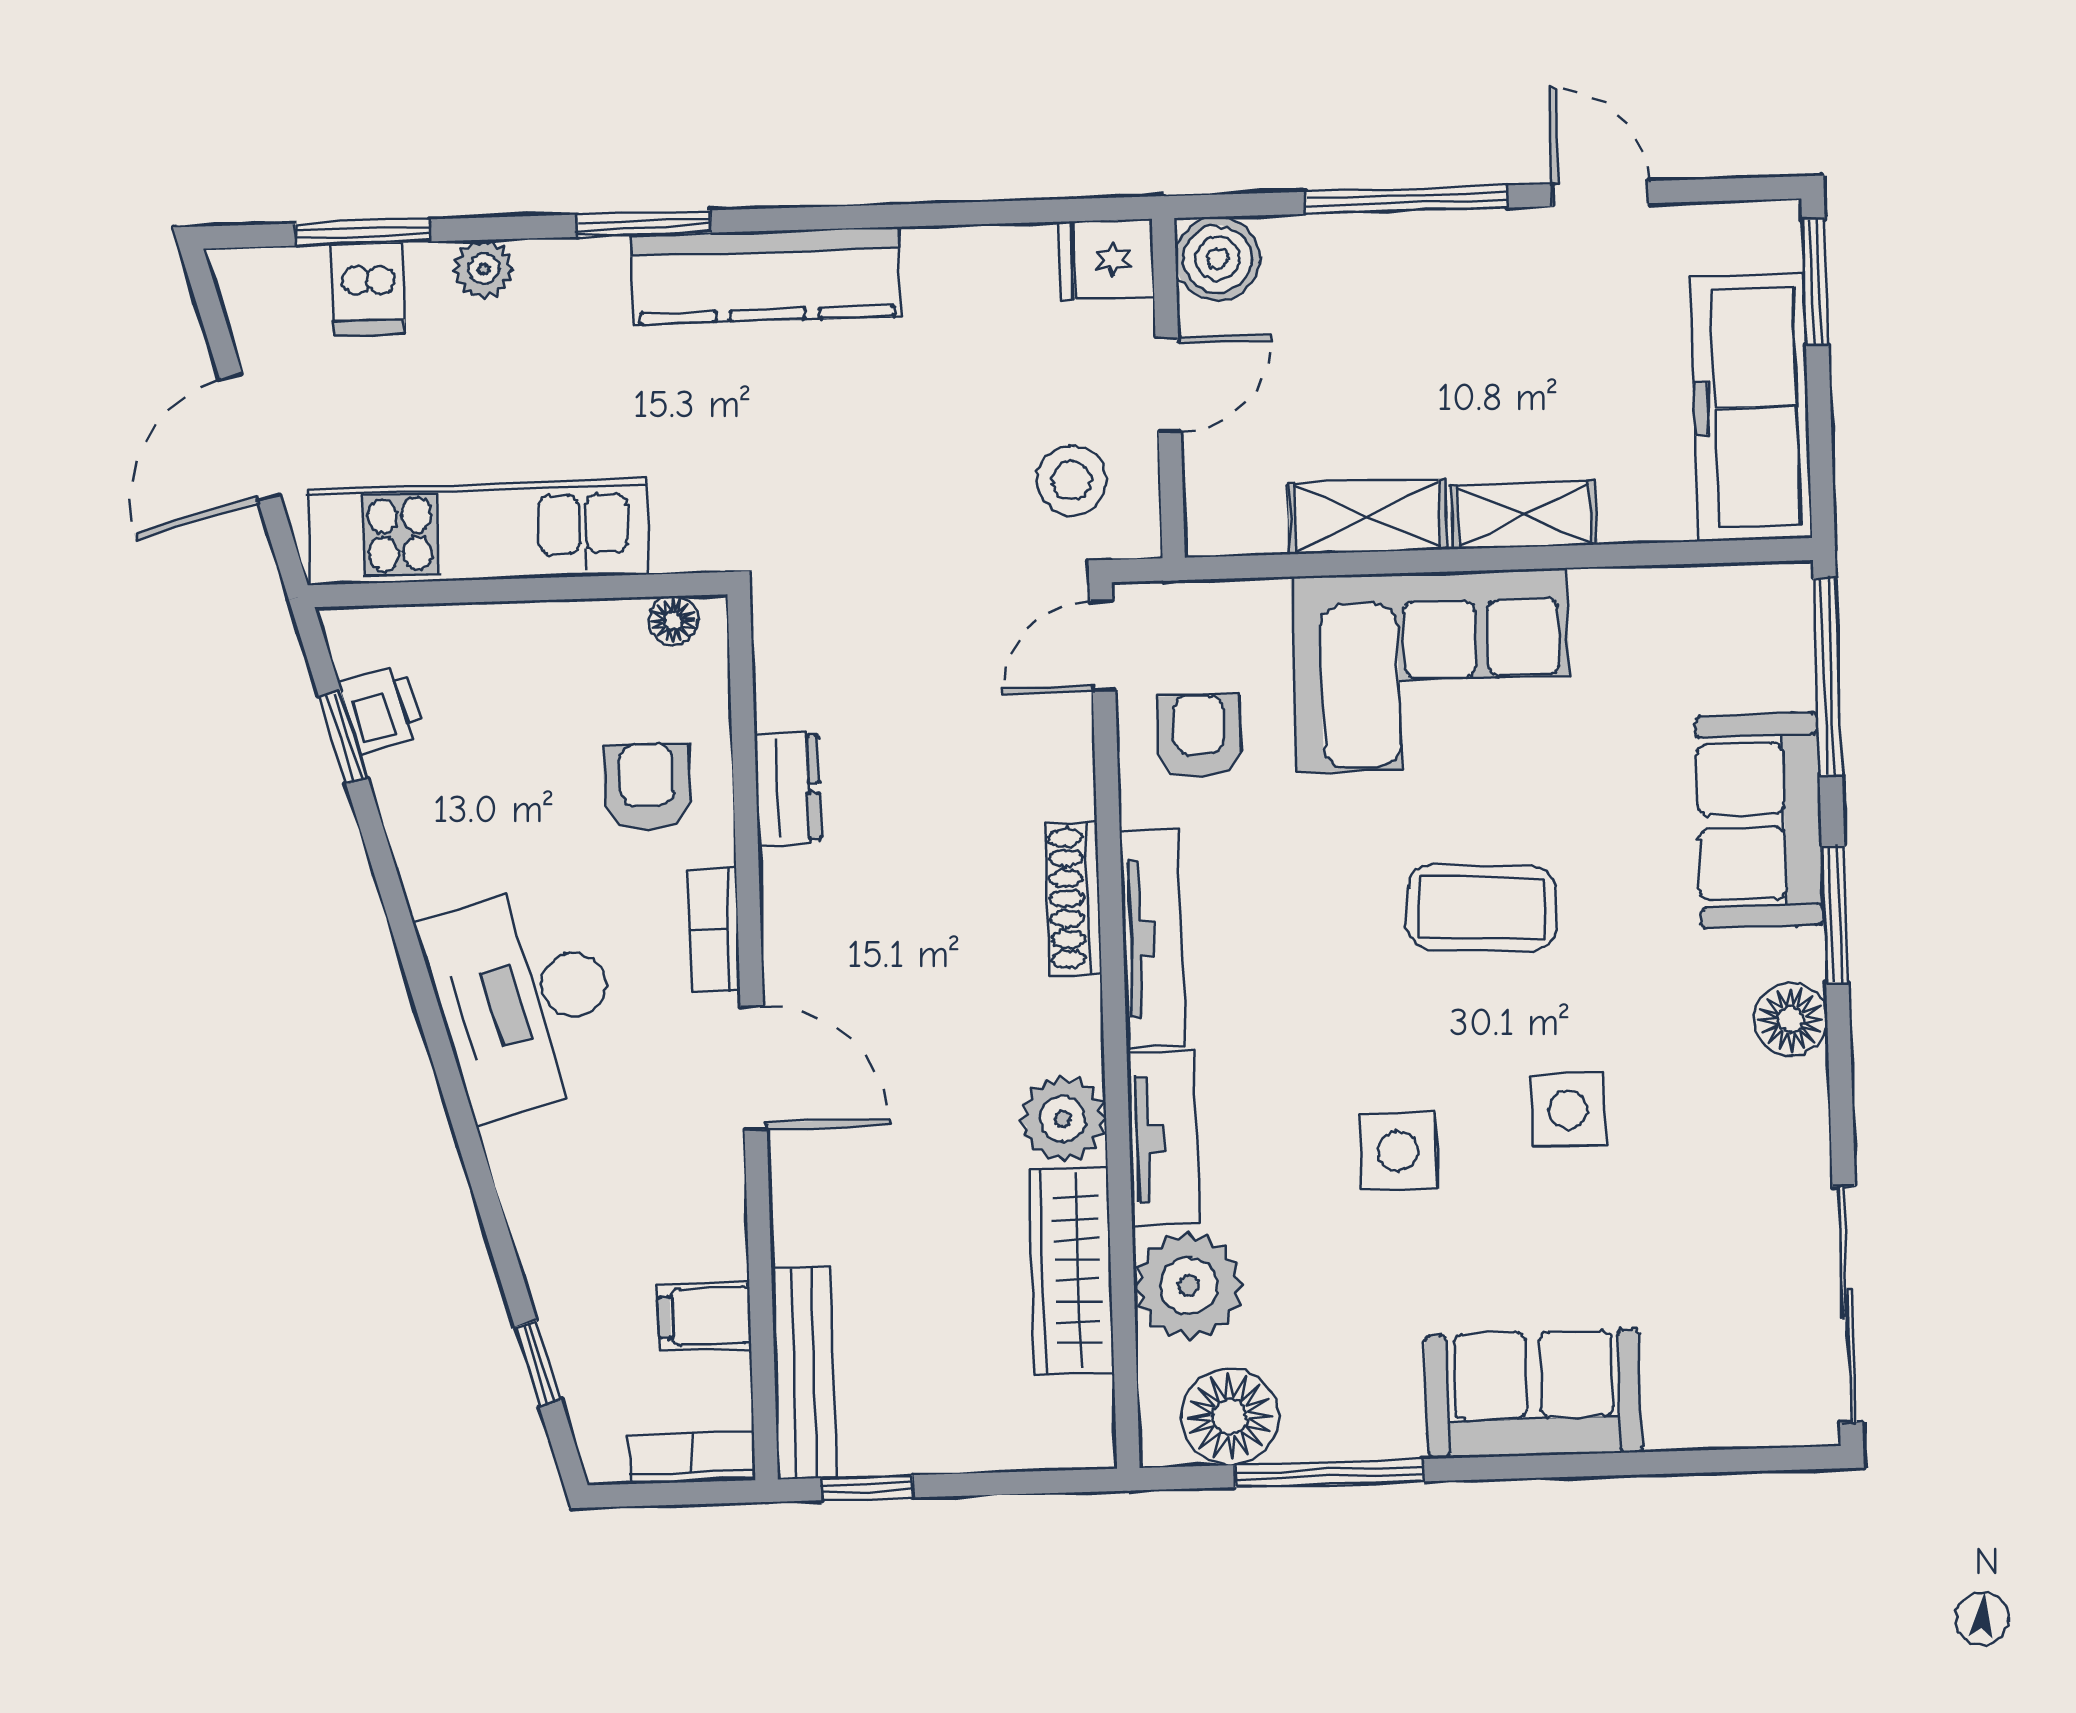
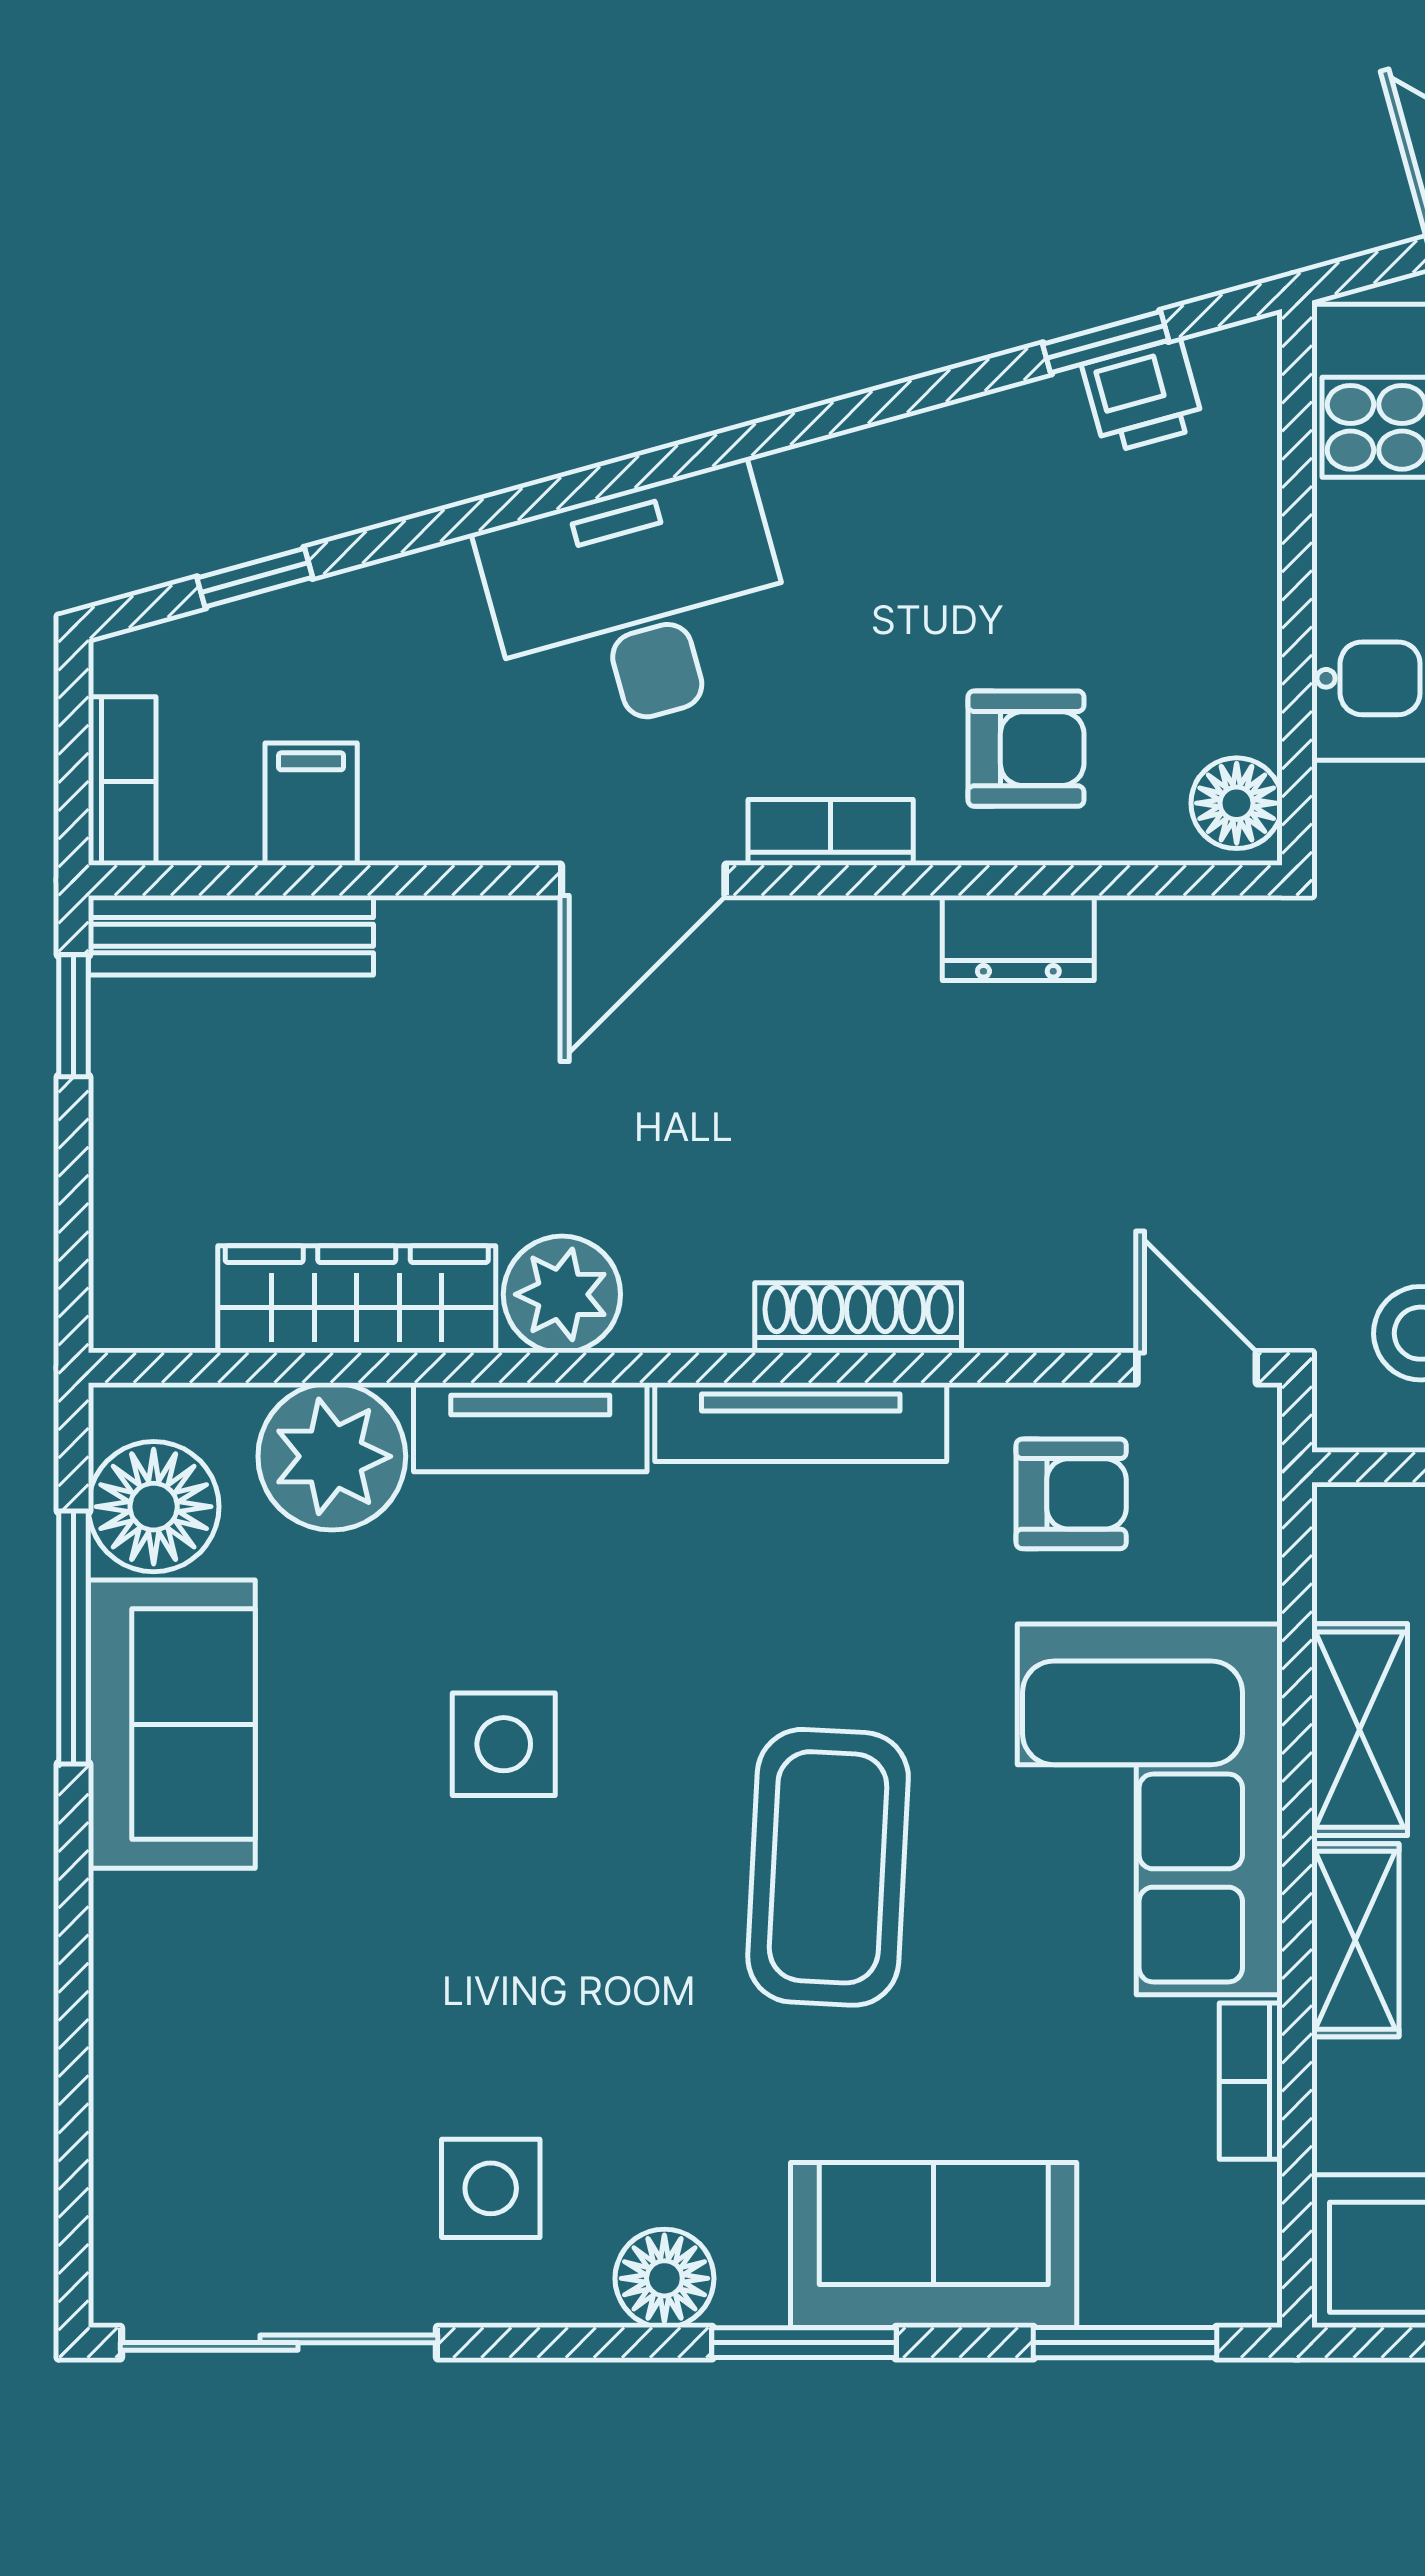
bookcase: (1631, 589) -> (1251, 2081), added
floor lamp: (673, 621) -> (1237, 803), width x1.37, depth x1.37
window: (1828, 676) -> (1125, 2343), width x0.69
coffee table: (1482, 908) -> (828, 1867), width x1.36, depth x1.32
desk: (524, 1000) -> (639, 603), moved
side table: (1568, 1110) -> (491, 2188), moved
sofa: (1534, 1394) -> (172, 1724), moved

